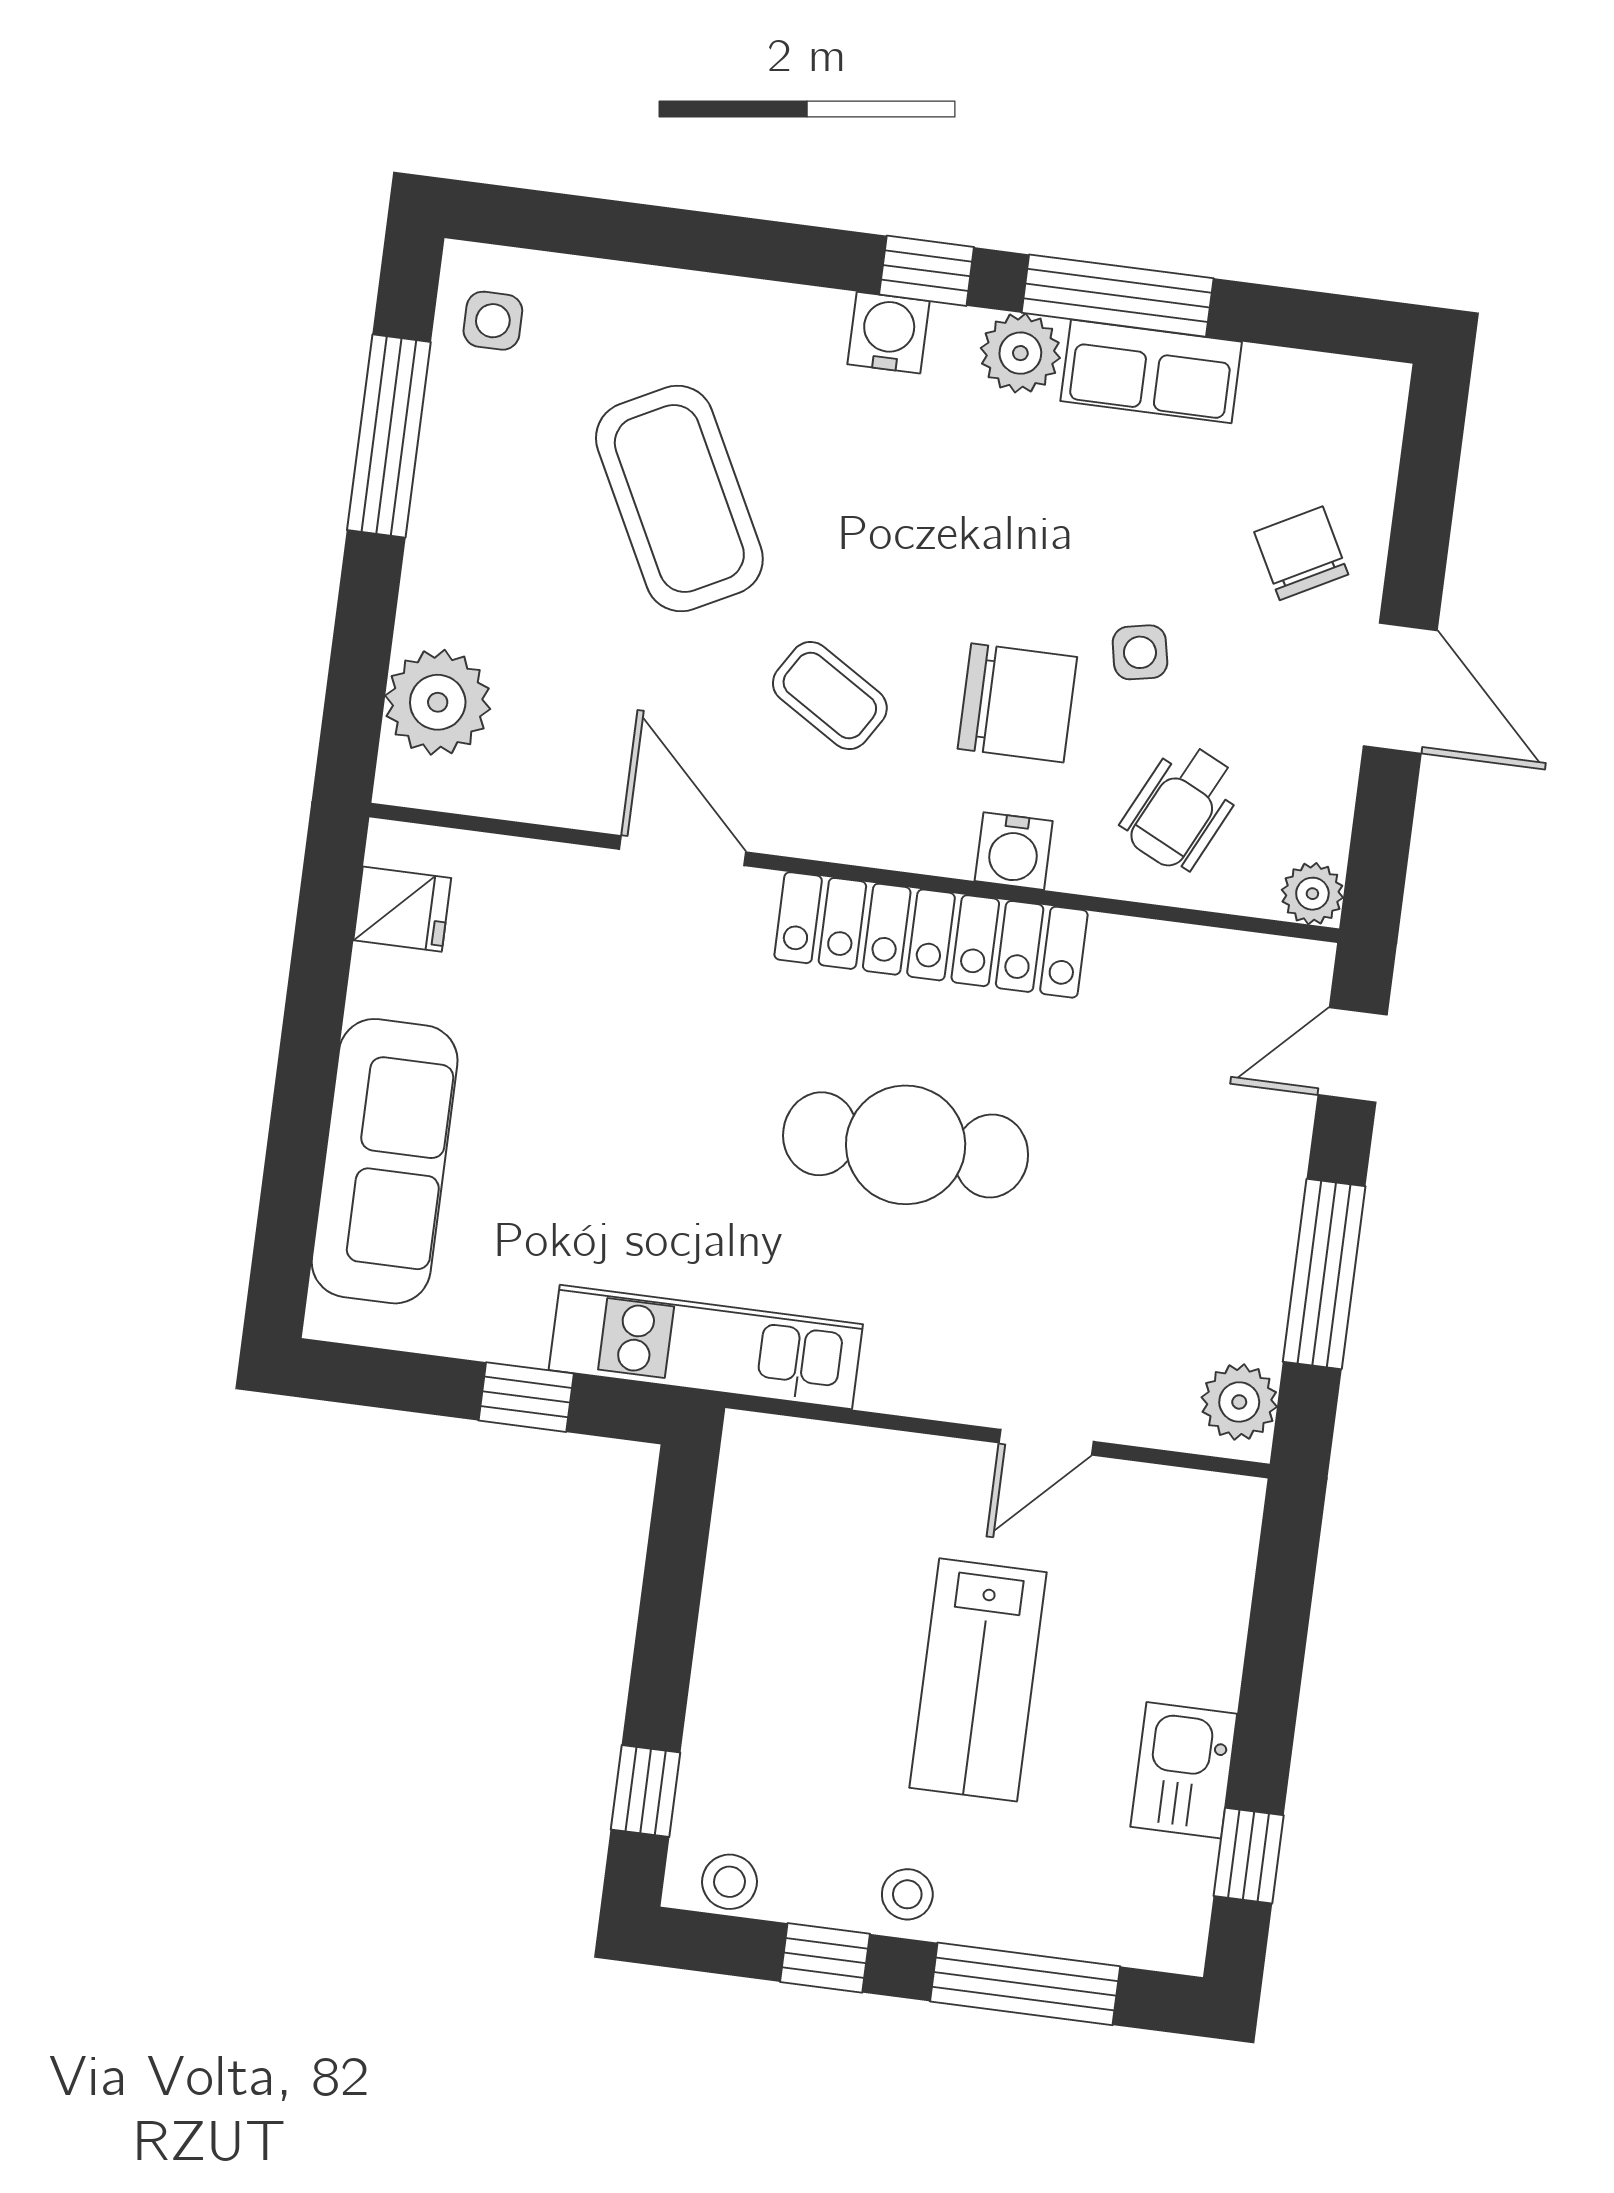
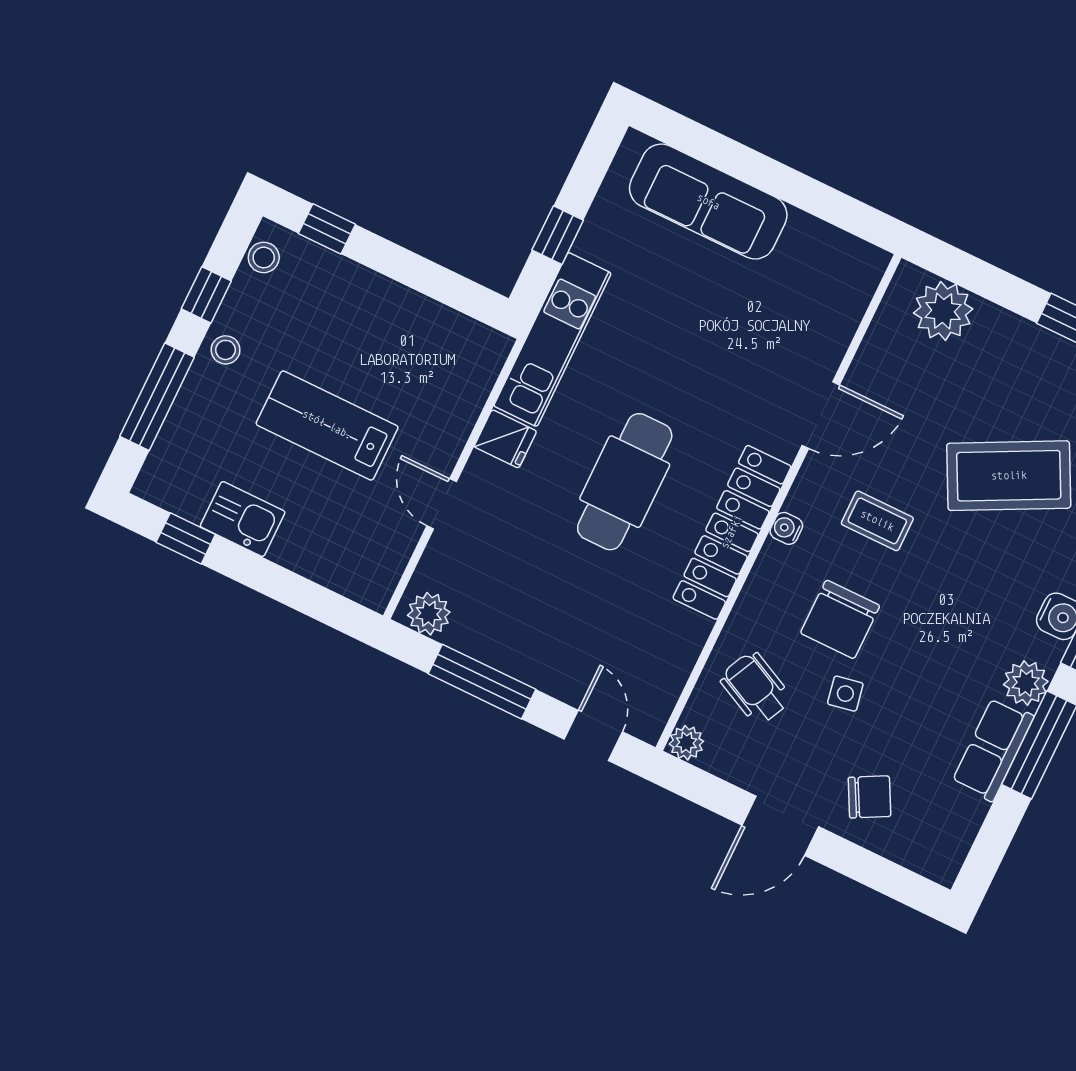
coffee table: (830, 696) -> (877, 521), turned 58
water cooler: (1014, 851) -> (786, 528), moved, width x0.72, depth x0.72
fridge: (402, 909) -> (505, 439), moved, turned -90

